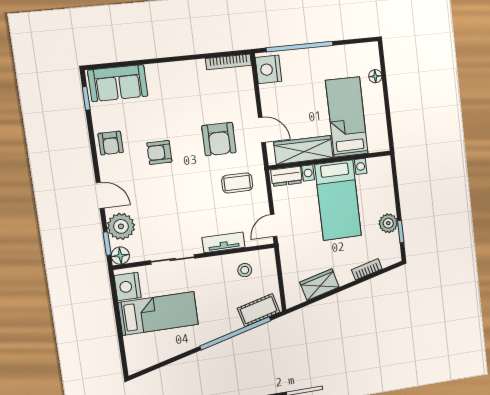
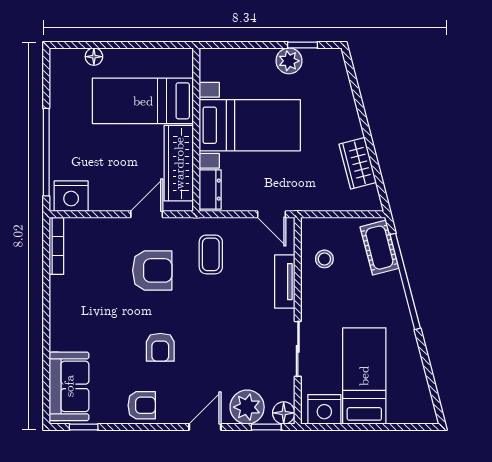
bookcase: (367, 269) -> (346, 97), removed

